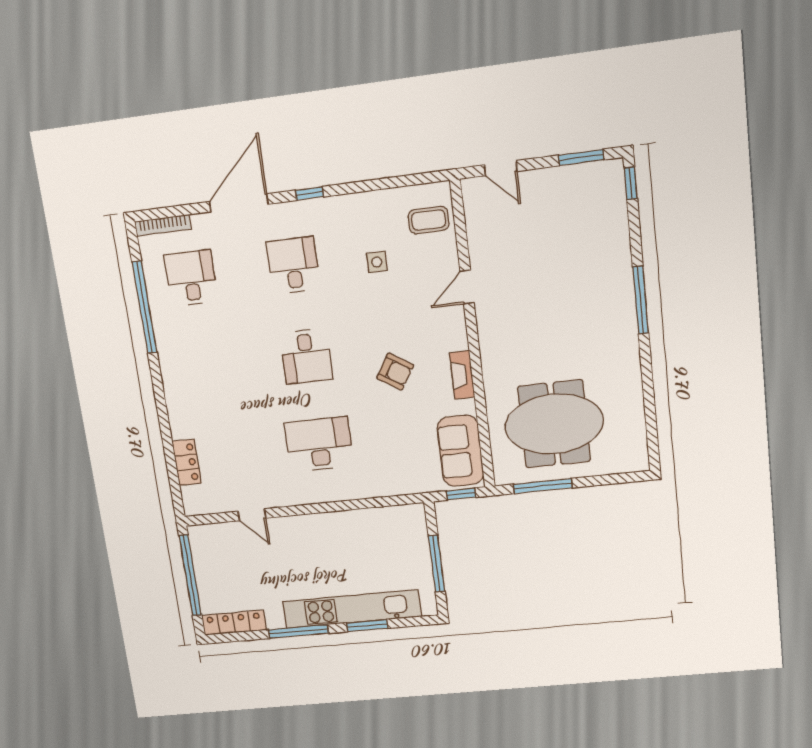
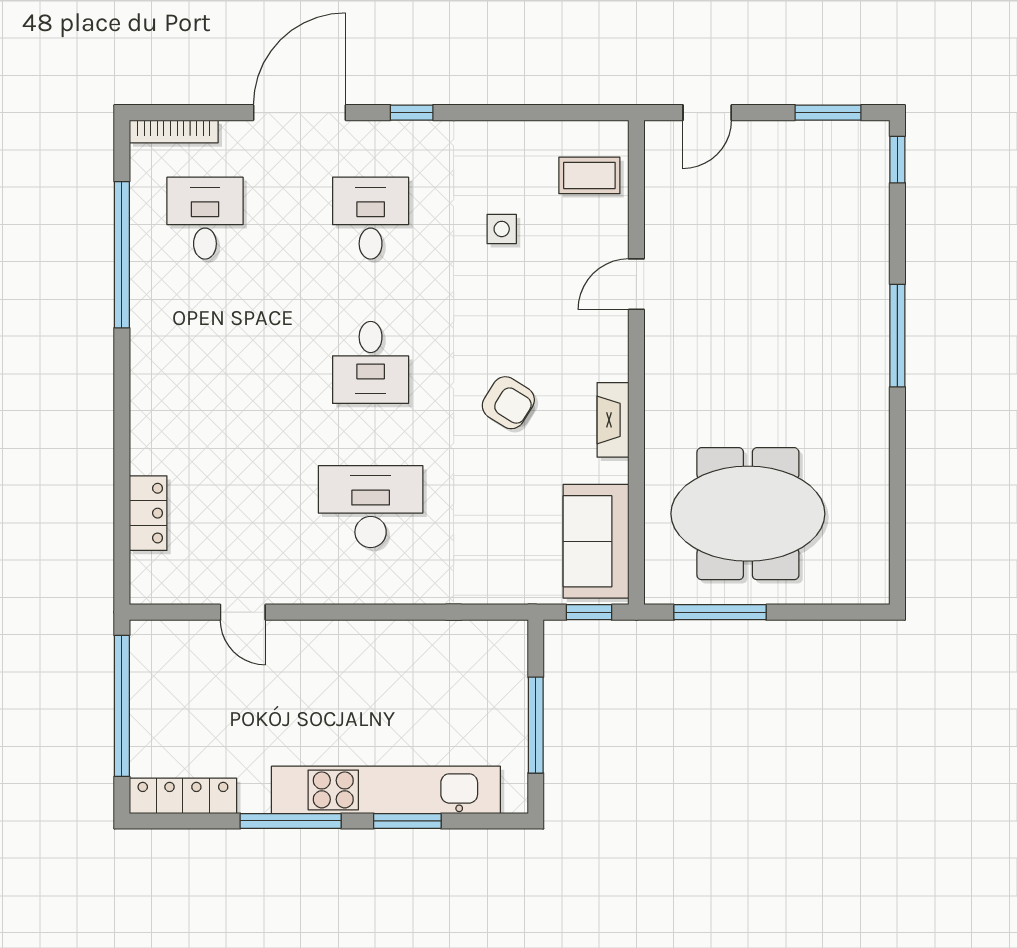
door: (501, 168) -> (707, 113), hinge flipped

